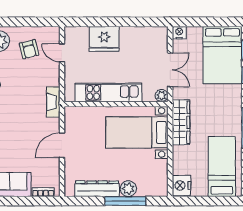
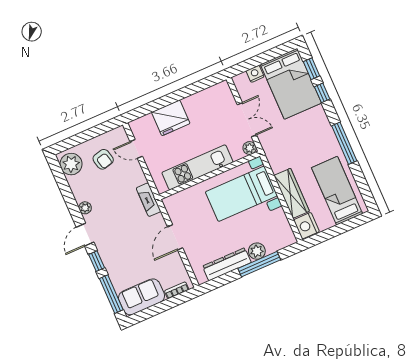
nightstand: (179, 33) -> (255, 74), moved
wardrobe: (181, 122) -> (292, 193), moved

